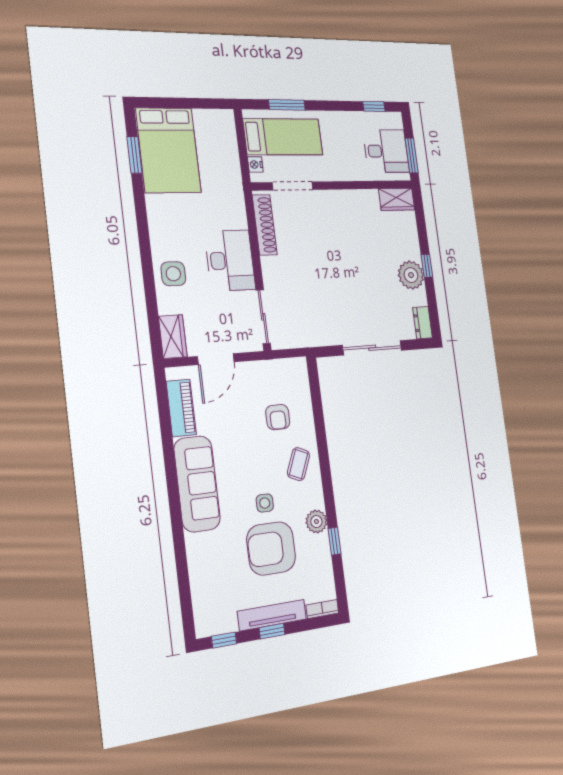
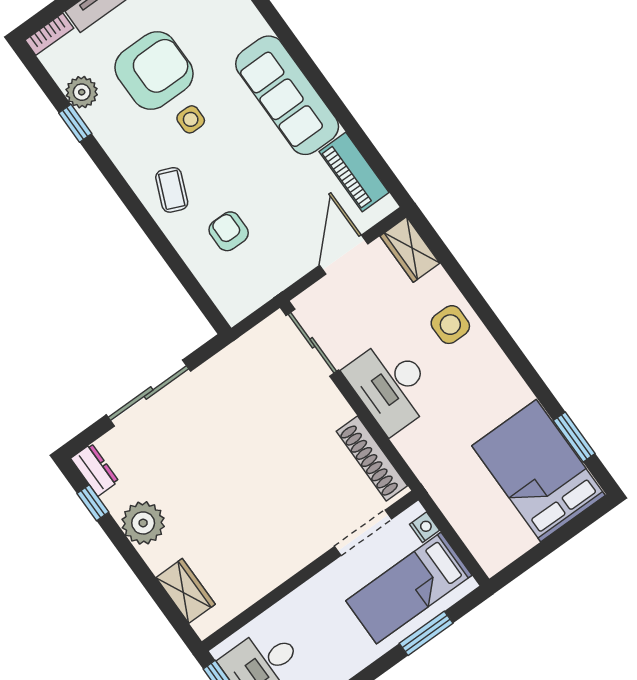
wardrobe: (397, 199) -> (186, 591), moved, turned 90
window: (427, 266) -> (93, 503), moved
plant: (316, 522) -> (82, 92), moved

